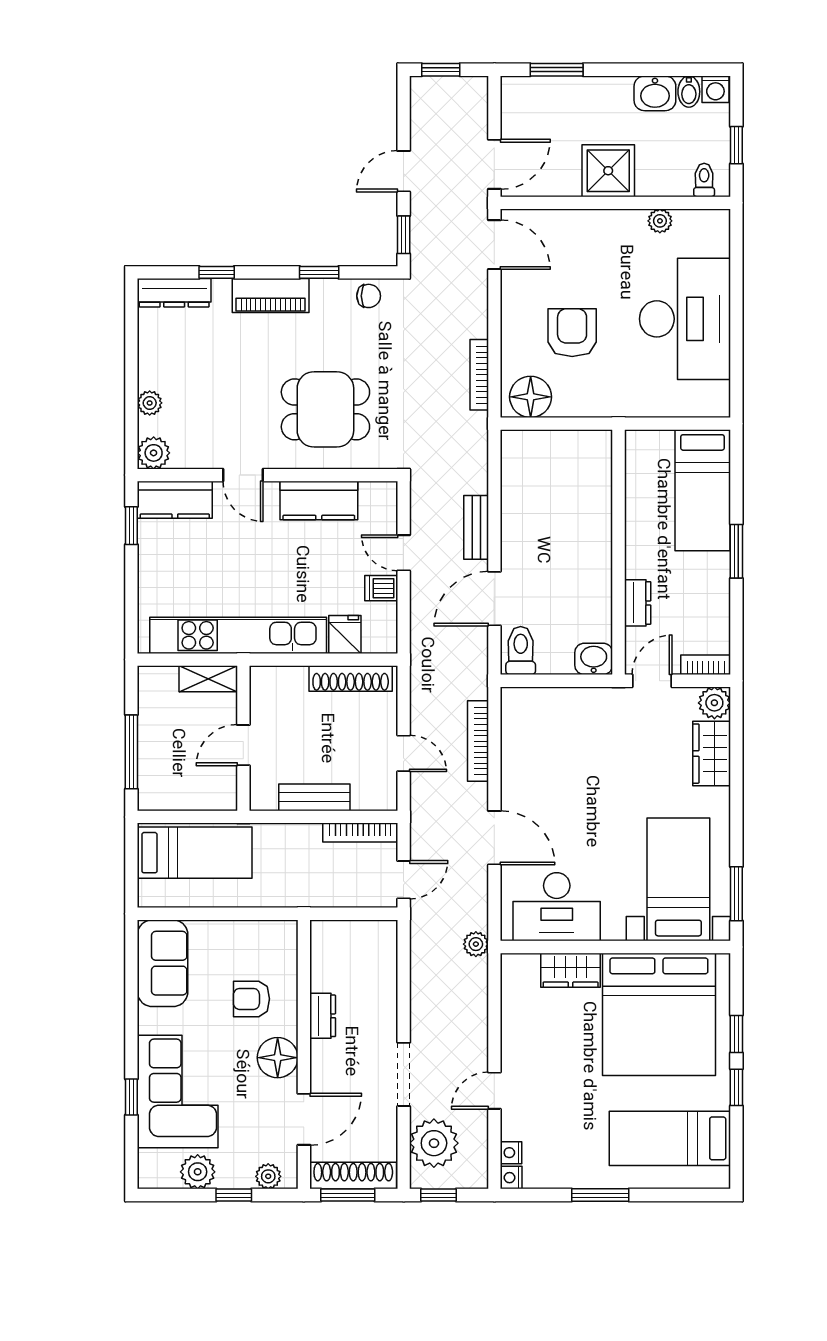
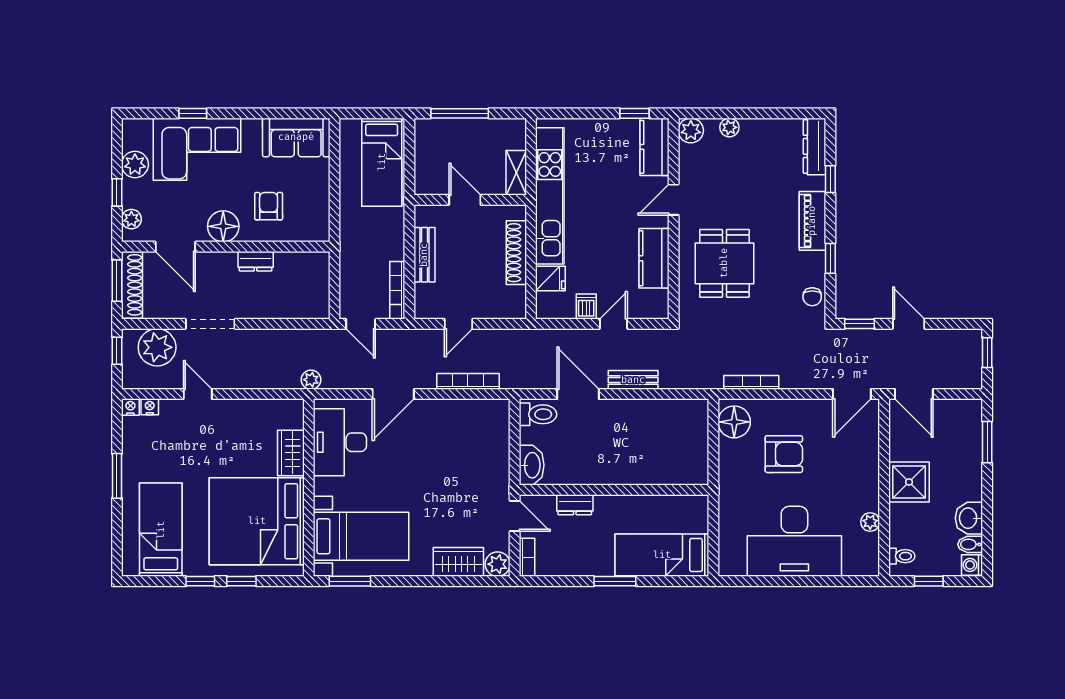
washbasin: (594, 659) -> (532, 465), width x1.38
shoe rack: (351, 678) -> (516, 253), moved

